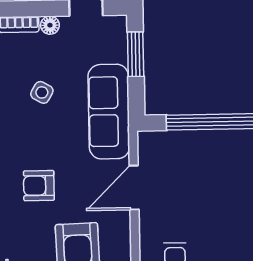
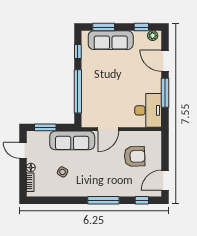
armchair: (39, 186) -> (107, 174), removed
door: (134, 188) -> (108, 129), hinge flipped

